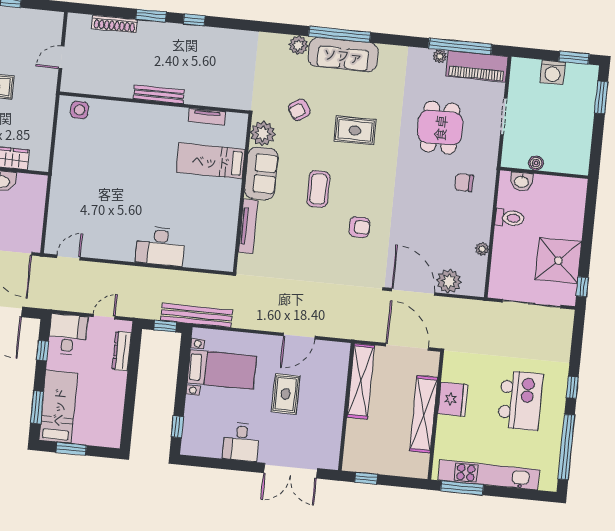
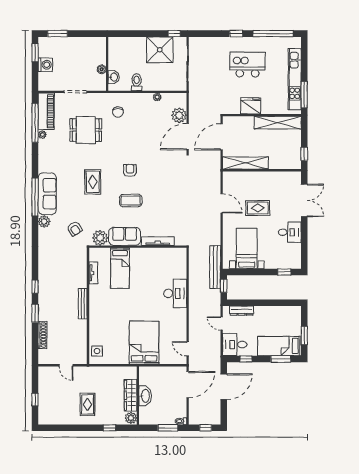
armchair: (299, 110) -> (75, 229), moved
bed: (86, 188) -> (144, 343), added
armchair: (359, 227) -> (130, 170), moved
shelving: (424, 414) -> (278, 123), moved

